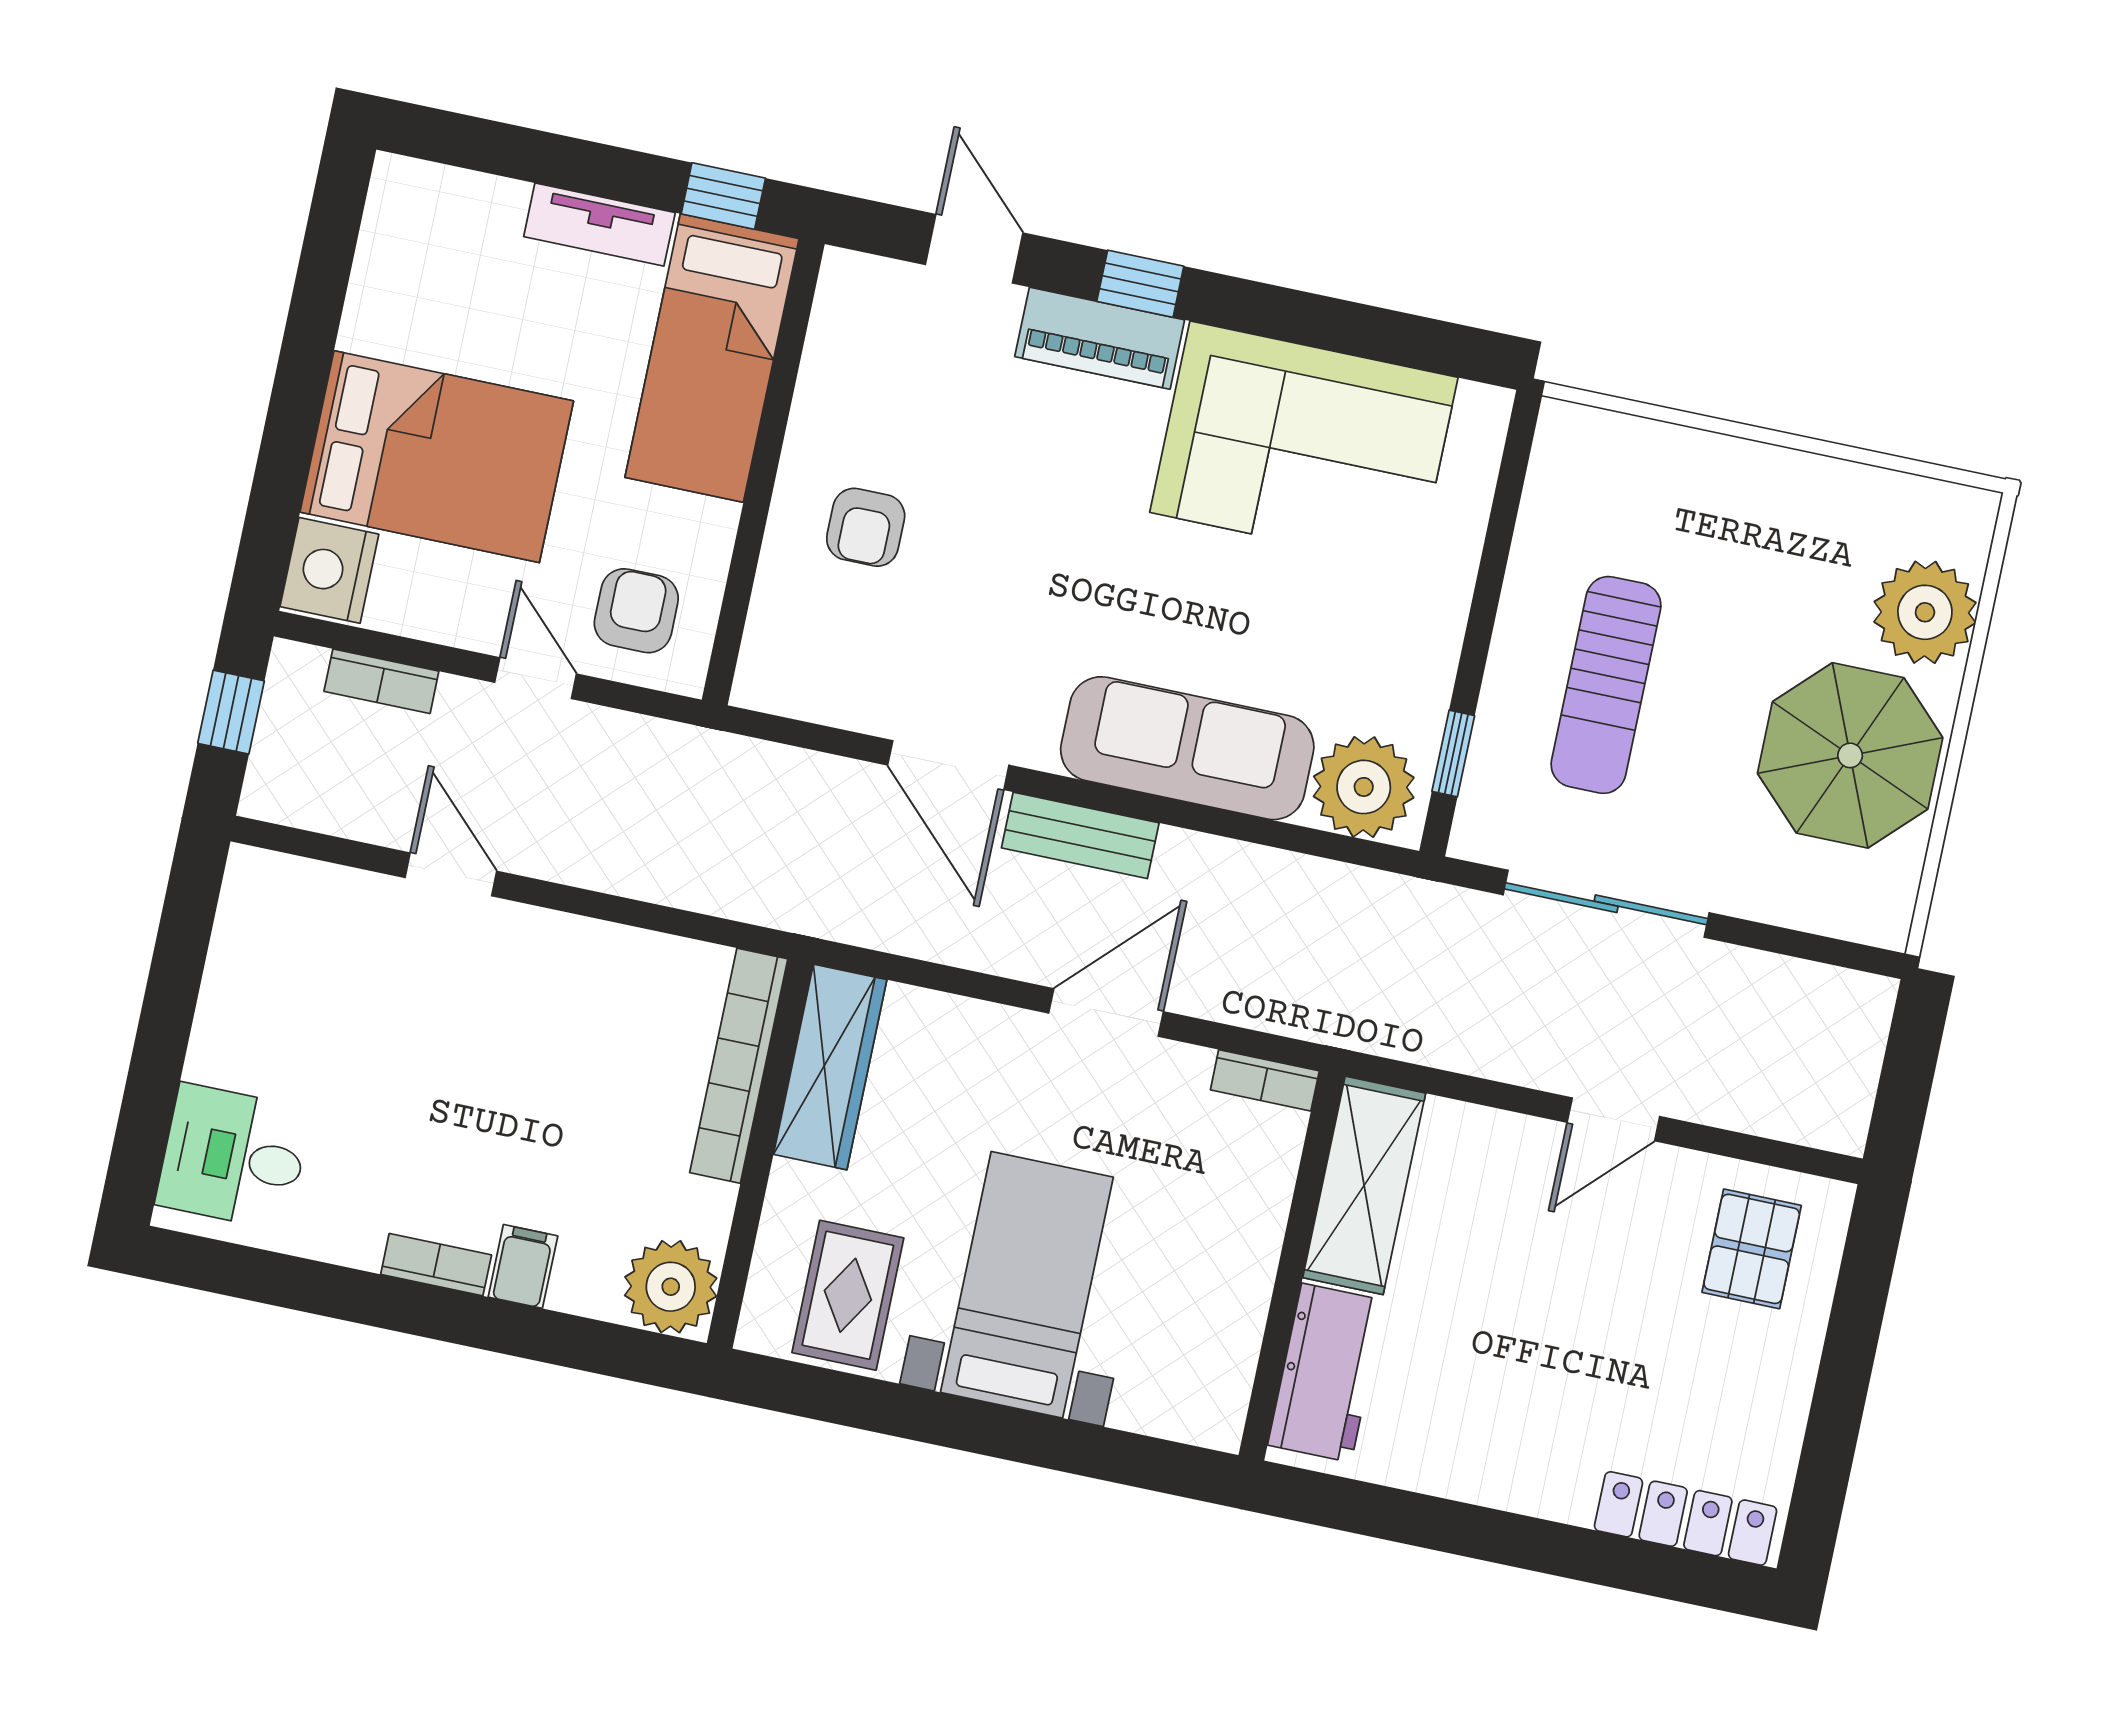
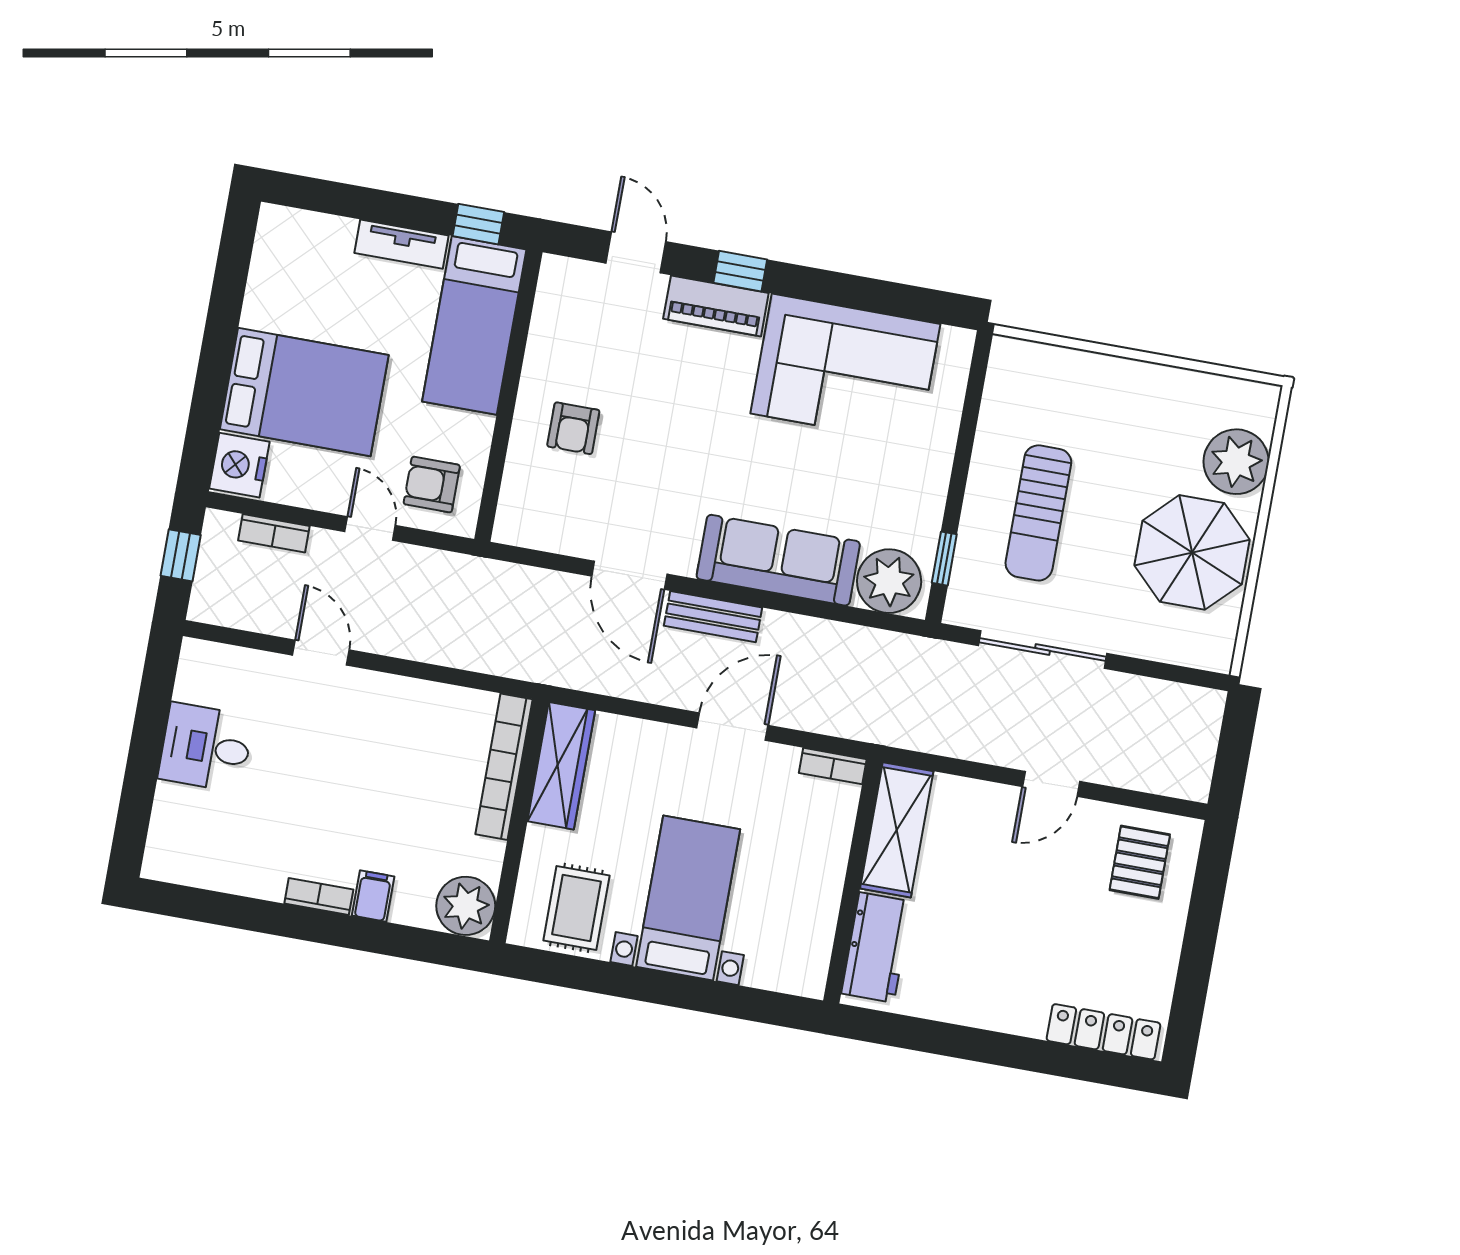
armchair: (636, 611) -> (432, 485), turned -90
desk: (234, 1157) -> (206, 747), moved

